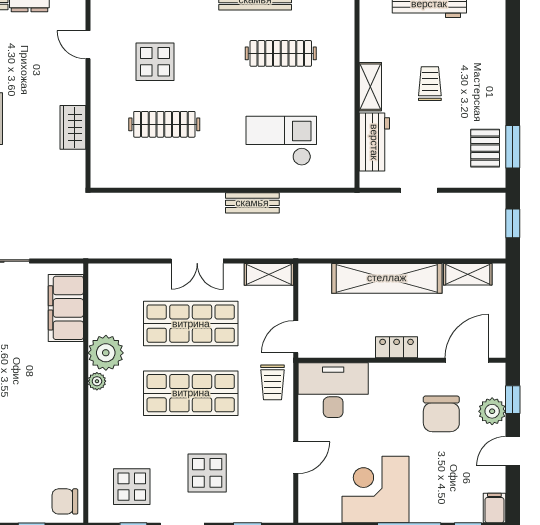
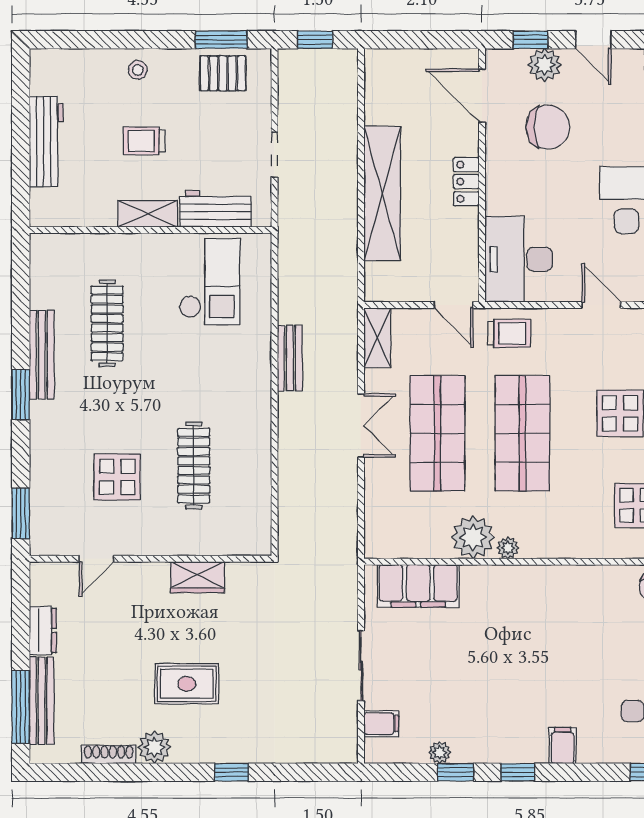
stool: (488, 78) -> (138, 70), added
checkout: (281, 141) -> (210, 282), moved, turned 180
shelving: (468, 274) -> (377, 95), removed

